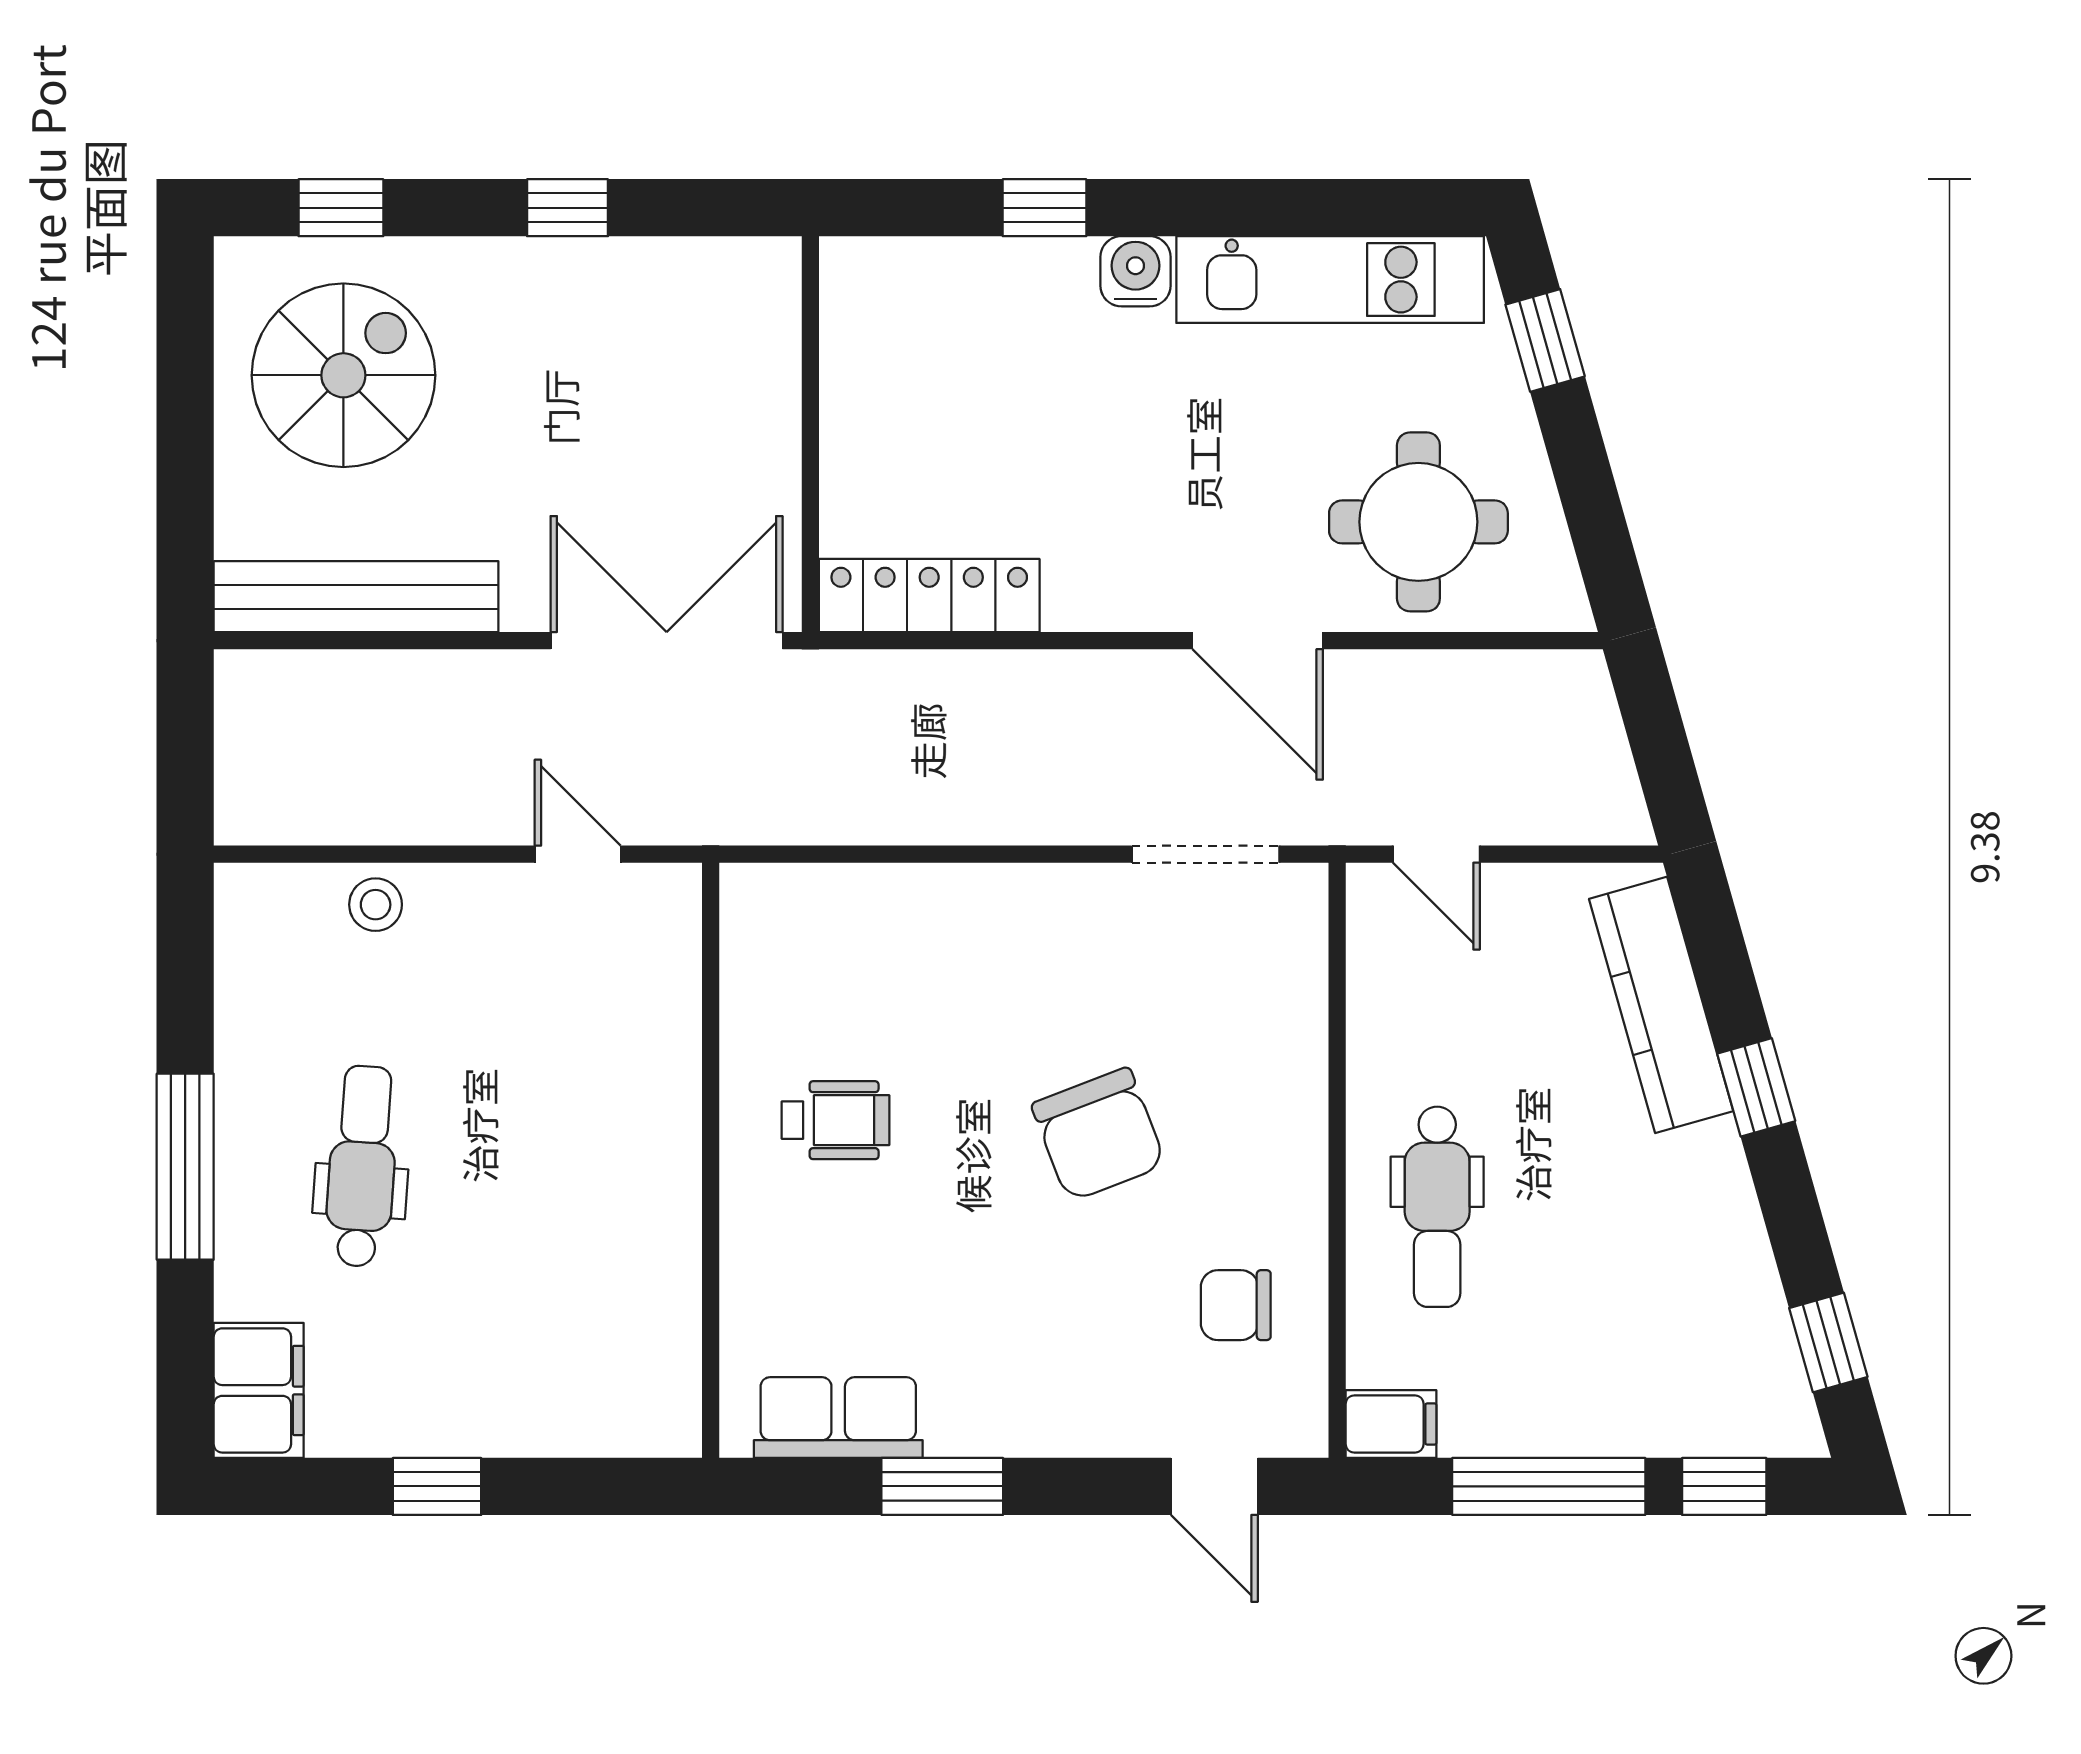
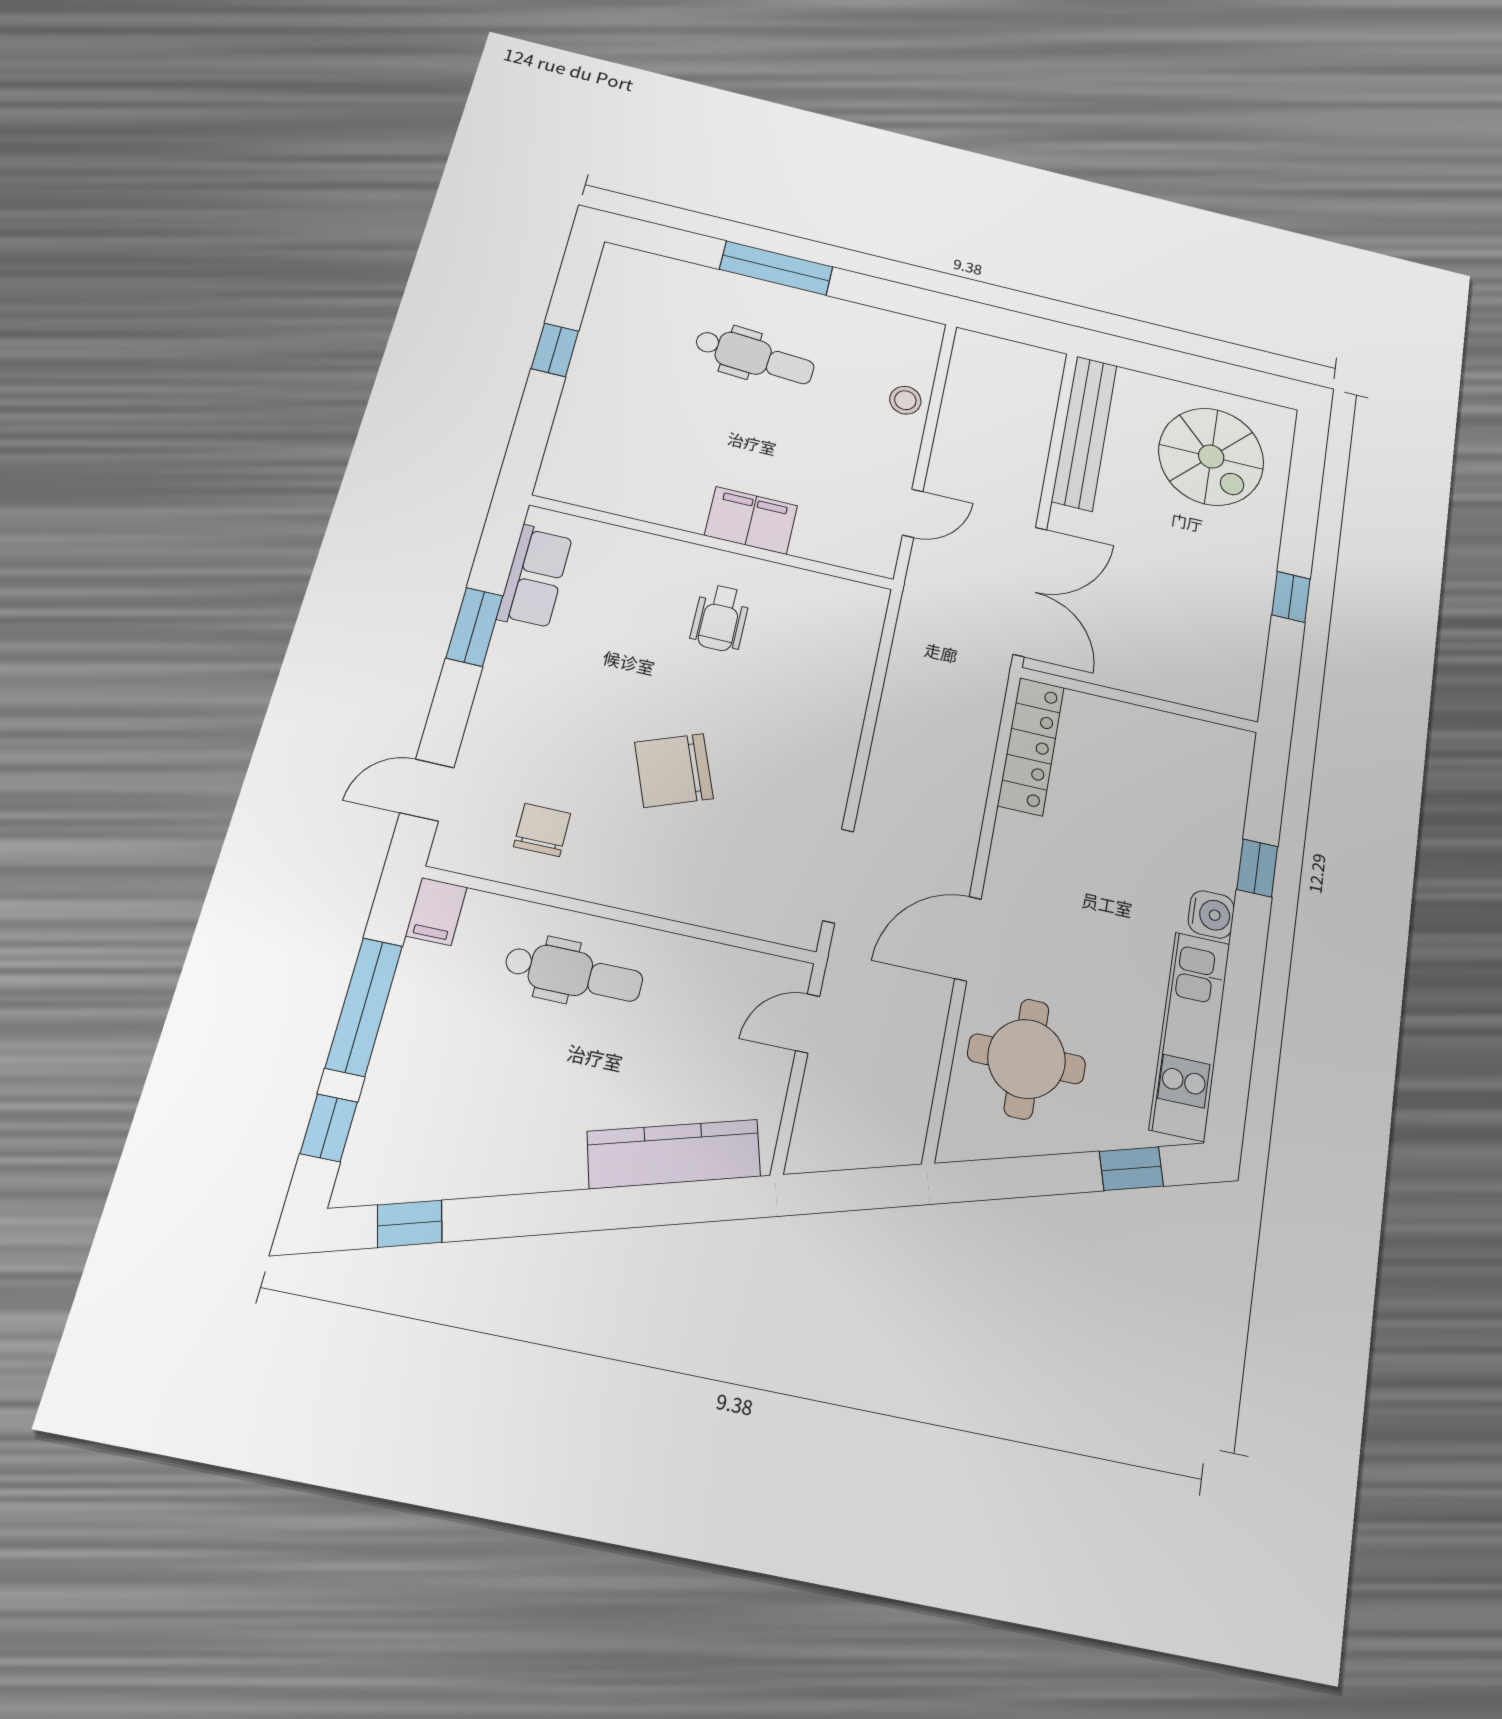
window: (341, 208) -> (1306, 478), removed
window: (1756, 1087) -> (602, 1209), removed
dental chair: (1437, 1207) -> (574, 973), turned 180
filing cabinet: (259, 1390) -> (751, 520), moved, turned 180

